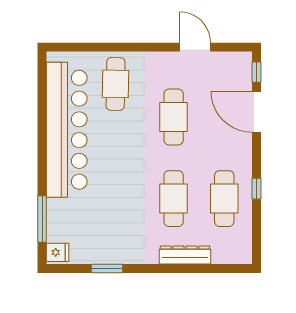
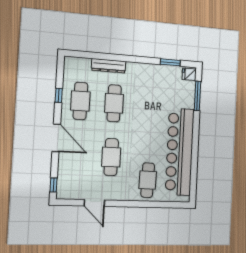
door: (256, 112) -> (56, 138), moved
window: (256, 189) -> (59, 95), moved
window: (107, 268) -> (170, 62), moved

